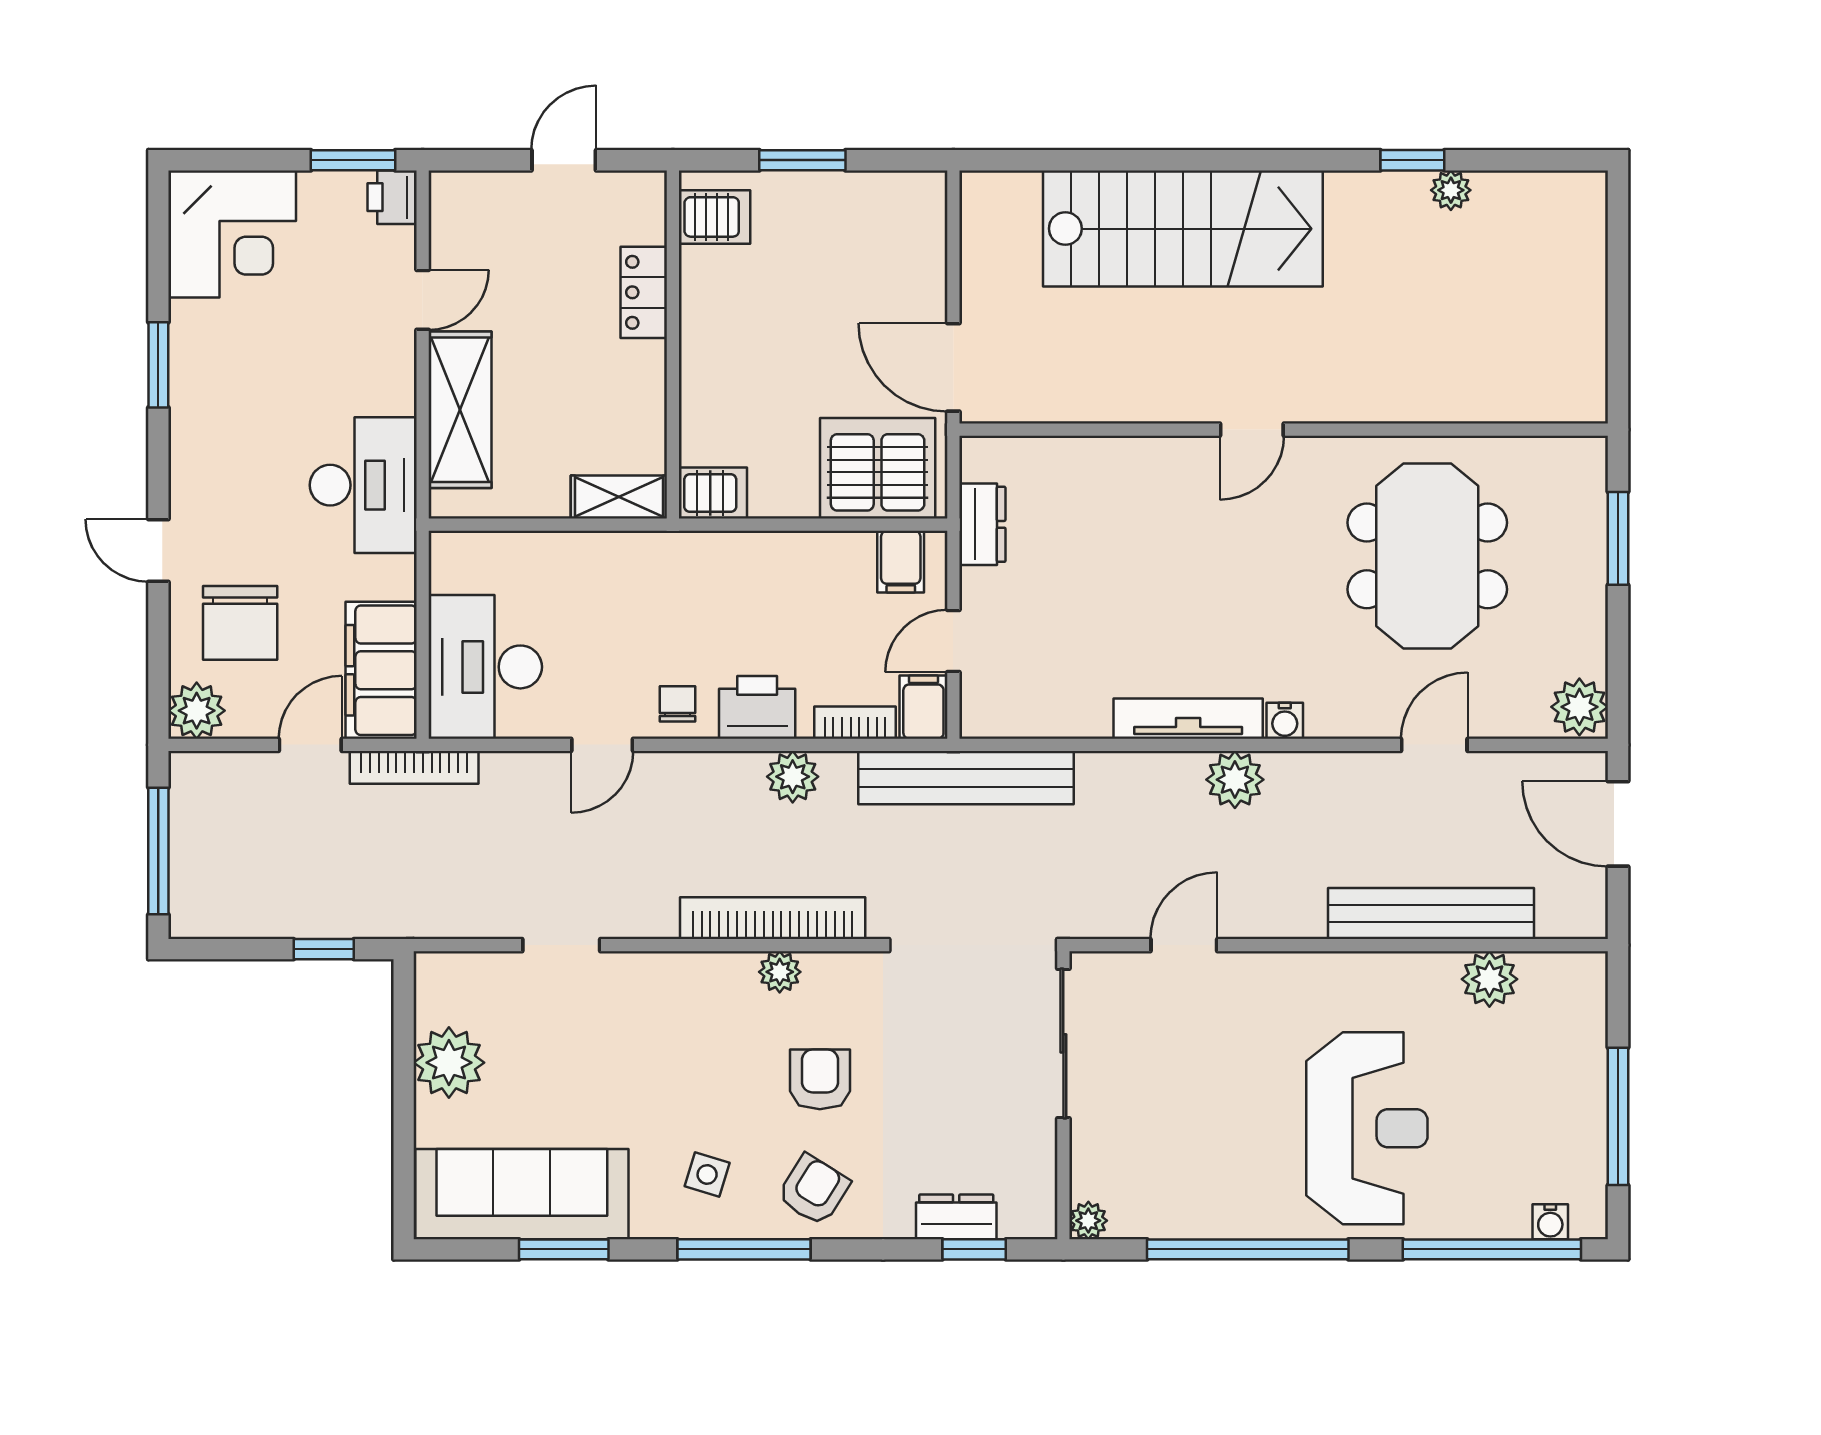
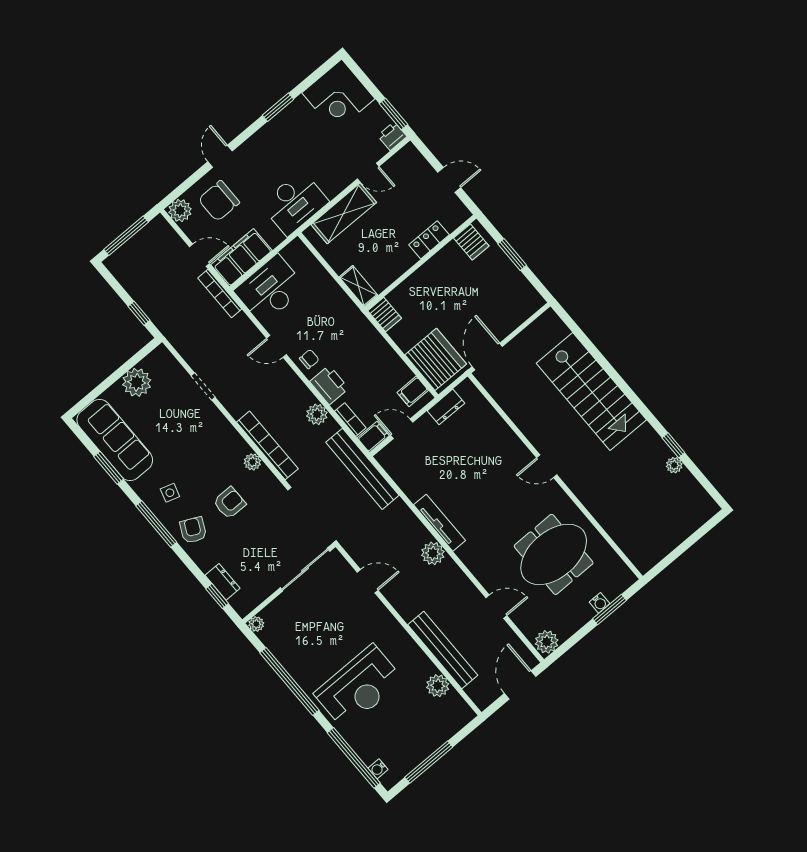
water cooler: (1285, 721) -> (599, 603), moved, turned -90
armchair: (814, 1190) -> (193, 530), turned -96

